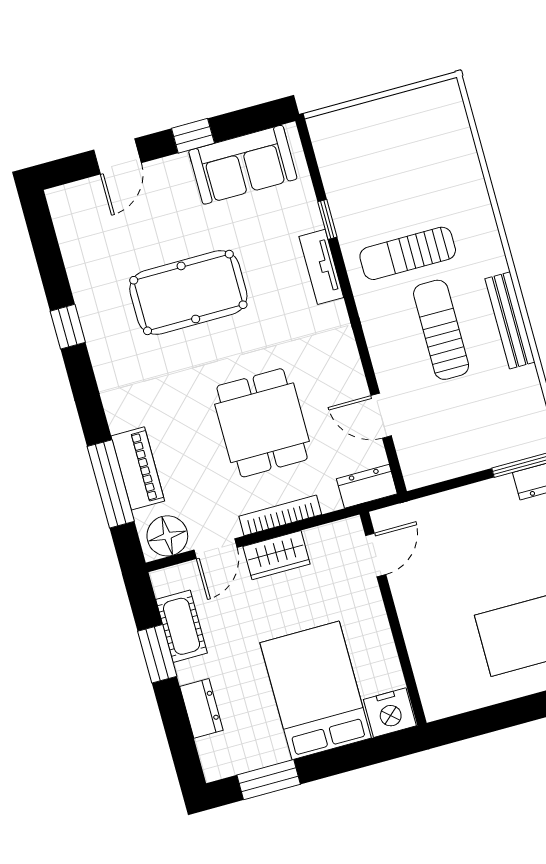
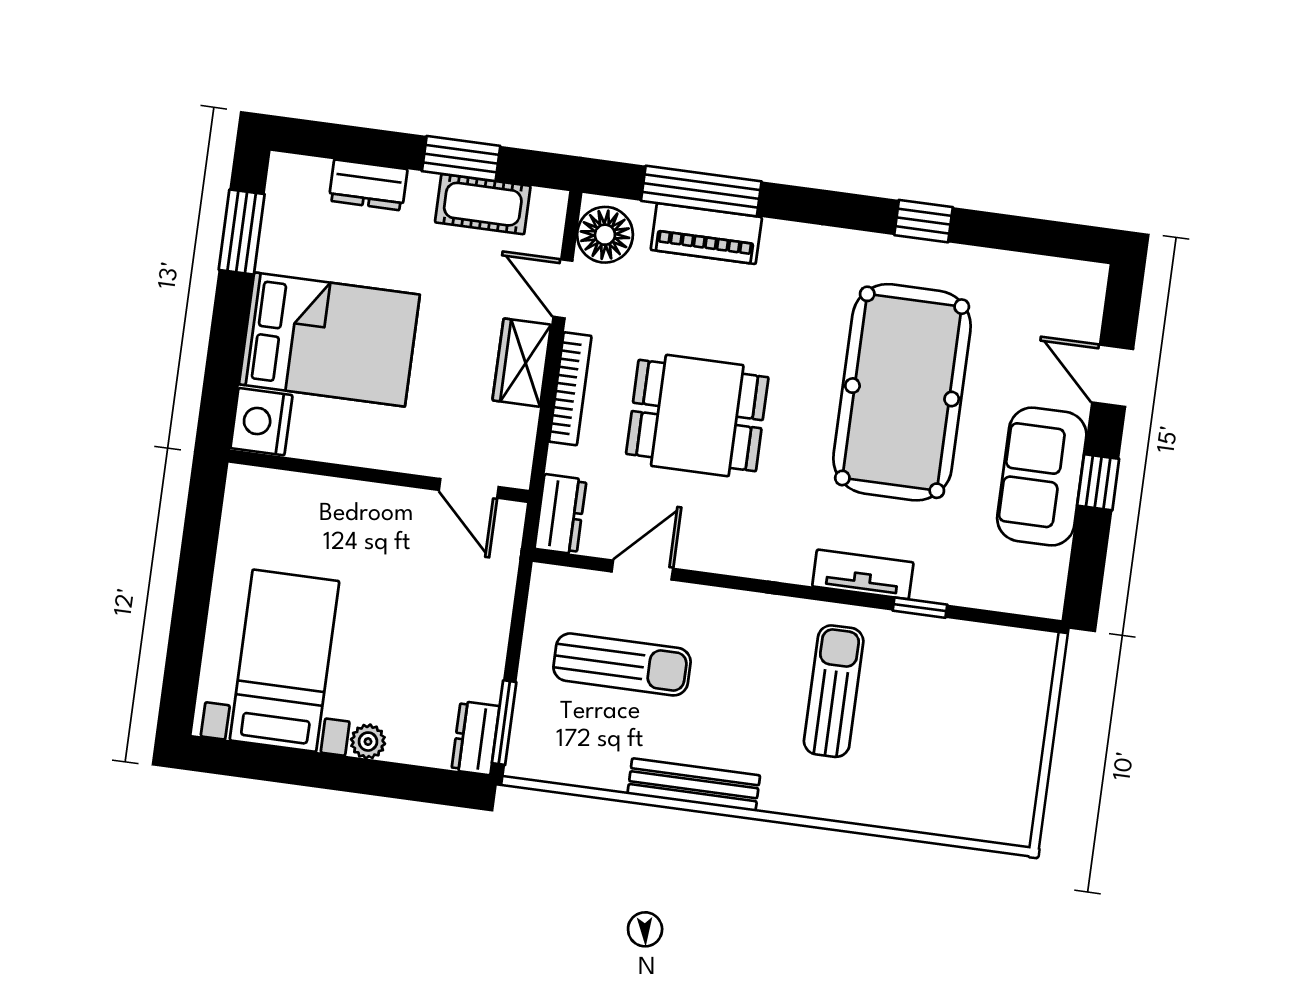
sofa: (243, 165) -> (1042, 477), moved
pool table: (188, 292) -> (902, 392), width x1.36, depth x1.32
sun lounger: (441, 330) -> (622, 664), moved

